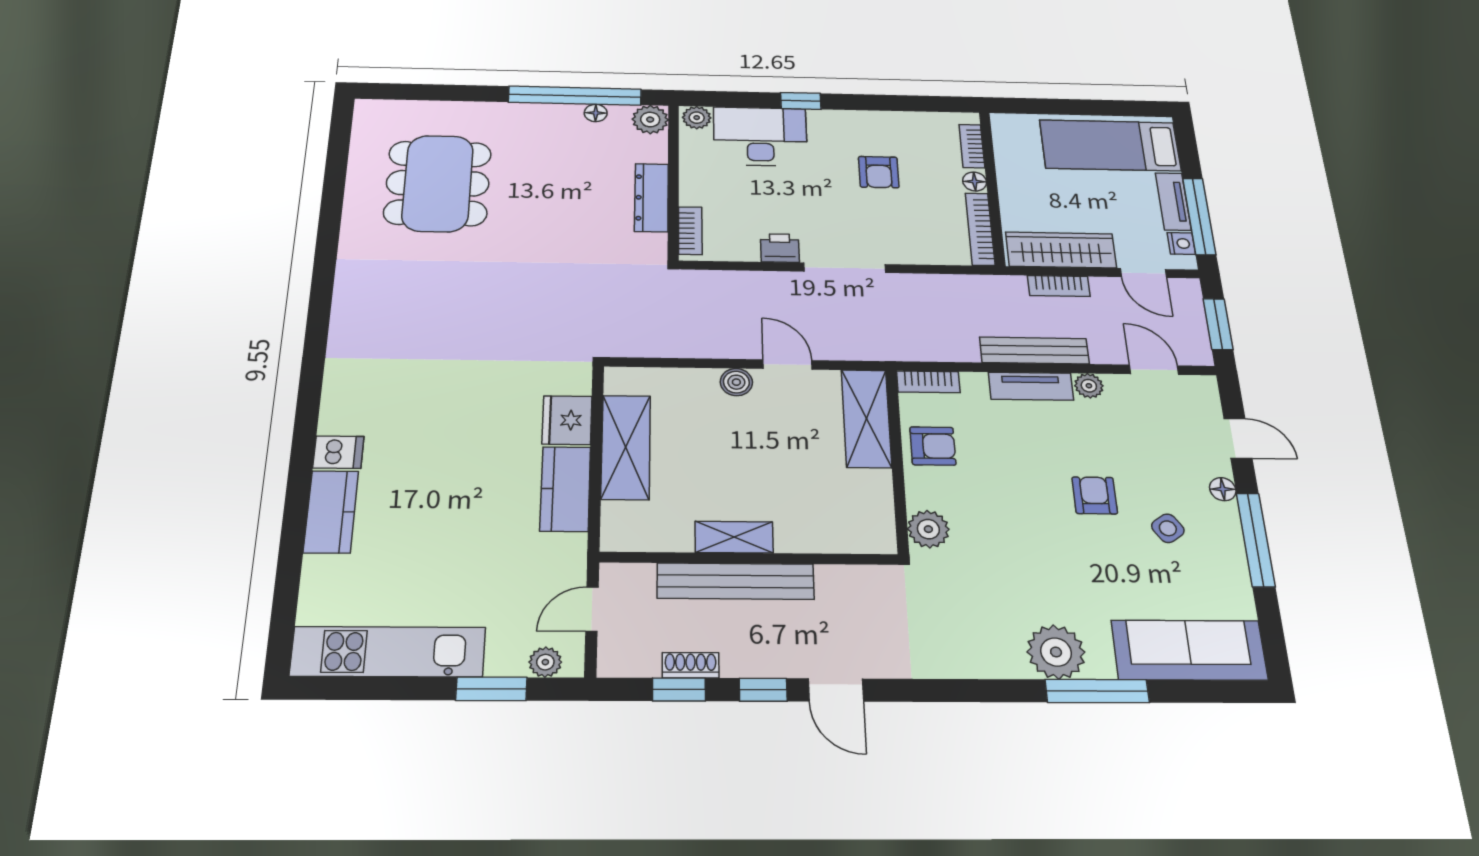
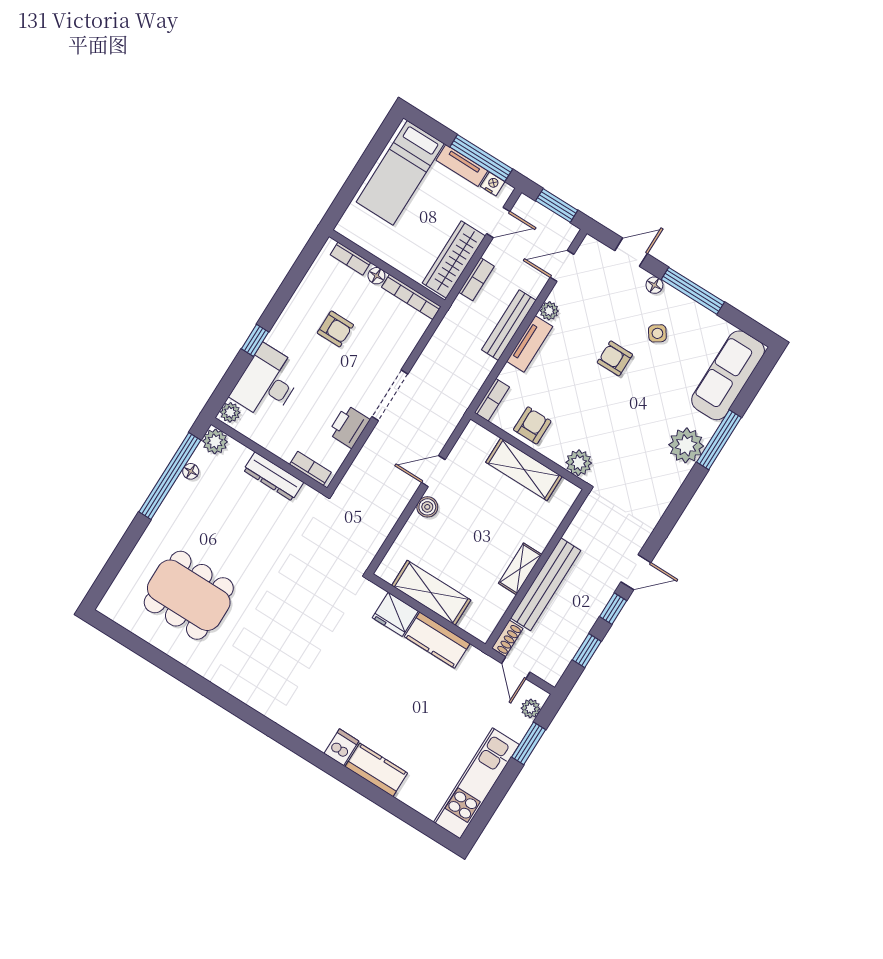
printer: (780, 248) -> (349, 427), width x1.36, depth x1.24
shelving: (866, 418) -> (524, 469), moved
shoe rack: (691, 665) -> (507, 638), moved, turned 180

